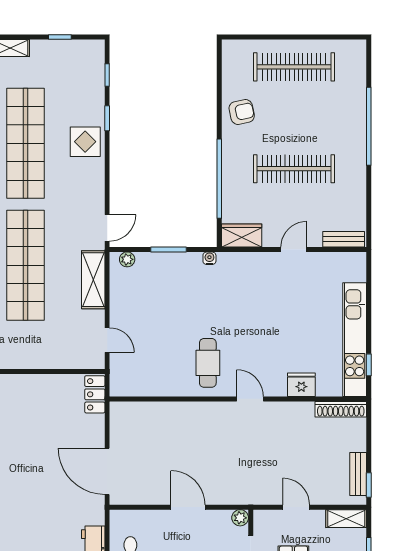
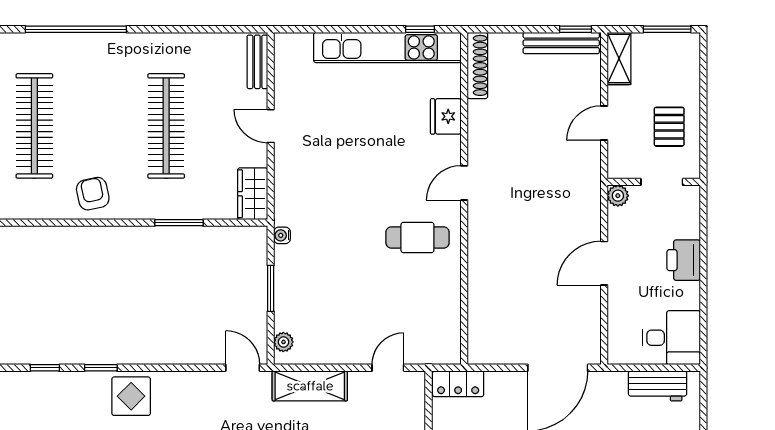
window: (369, 126) -> (76, 29), moved
window: (219, 179) -> (179, 223), width x0.47
bench: (358, 474) -> (561, 43), width x1.36

